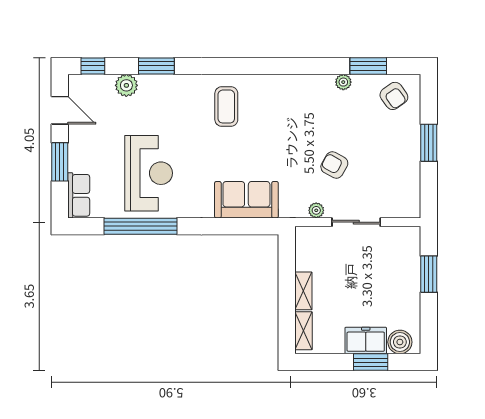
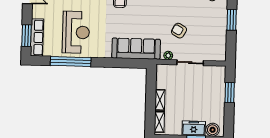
window: (60, 162) -> (26, 36), moved
row of seats: (79, 195) -> (37, 37), width x1.48
sofa: (246, 200) -> (136, 49), width x1.36

